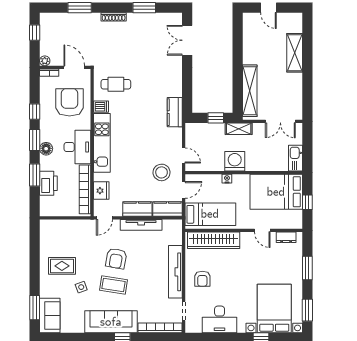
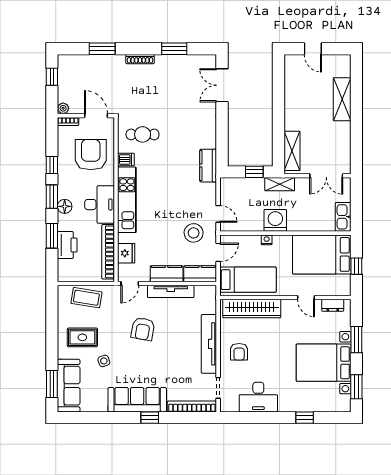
shelving: (250, 91) -> (292, 151), width x0.68
coffee table: (113, 285) -> (86, 298), moved
bed with nightstands: (274, 308) -> (324, 363), moved, turned -90
sofa: (50, 315) -> (69, 386), width x1.36

